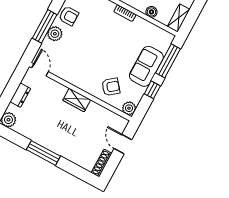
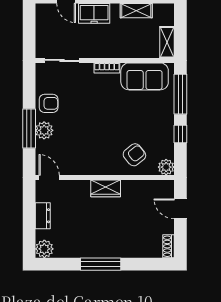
boiler: (151, 12) -> (135, 51), removed
sofa: (146, 66) -> (145, 76), moved, turned -90
shoe rack: (102, 163) -> (169, 246), width x0.70

